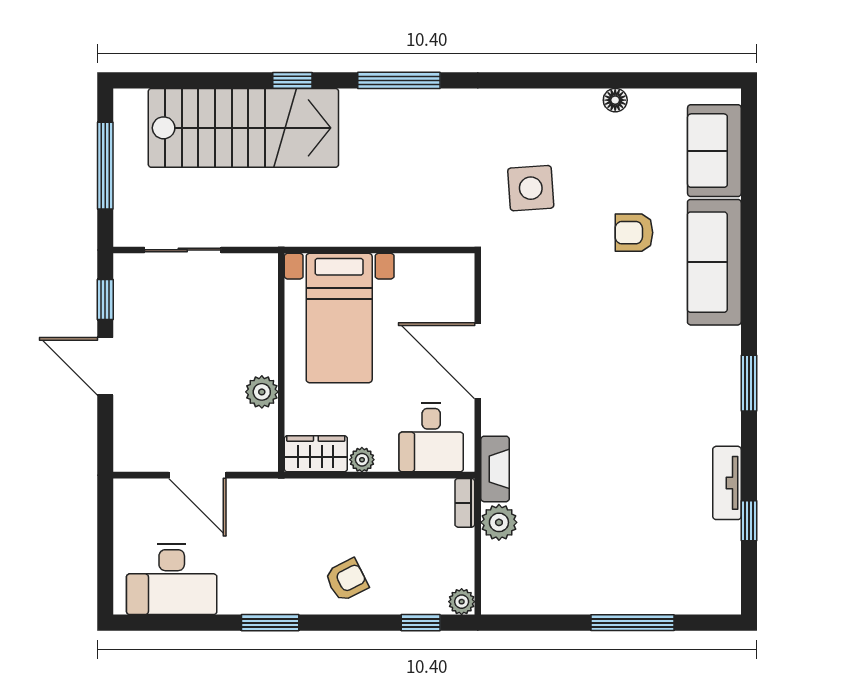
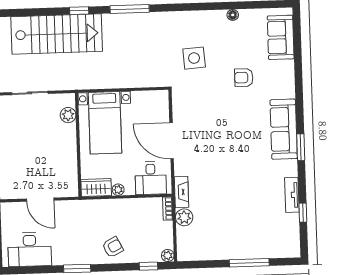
sofa: (714, 262) -> (284, 129), moved
plant: (262, 392) -> (68, 115), moved

